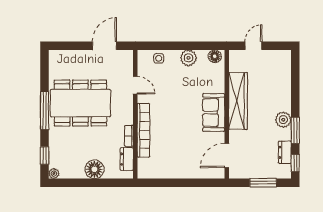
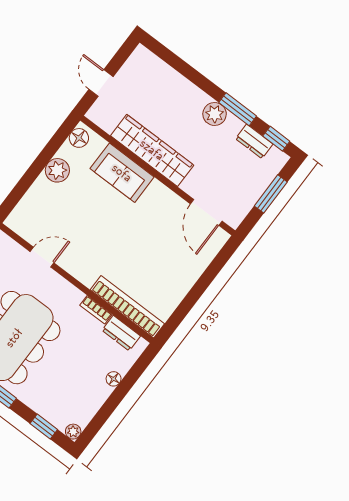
side table: (159, 58) -> (31, 206), removed
sofa: (214, 113) -> (122, 173), moved
bookcase: (143, 130) -> (127, 307), moved
floor lamp: (94, 169) -> (114, 379), width x0.53, depth x0.53

